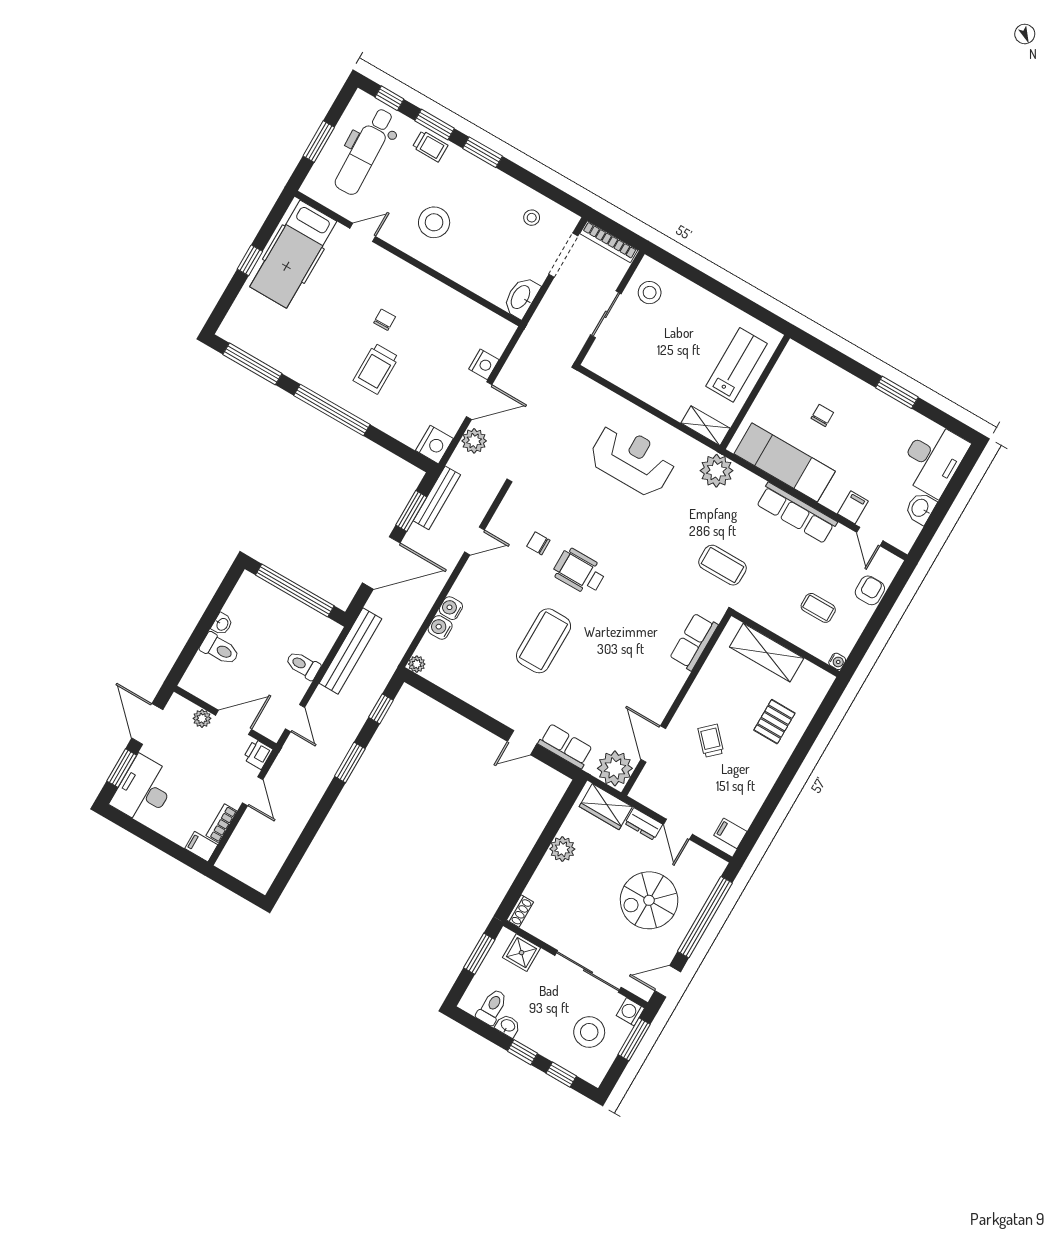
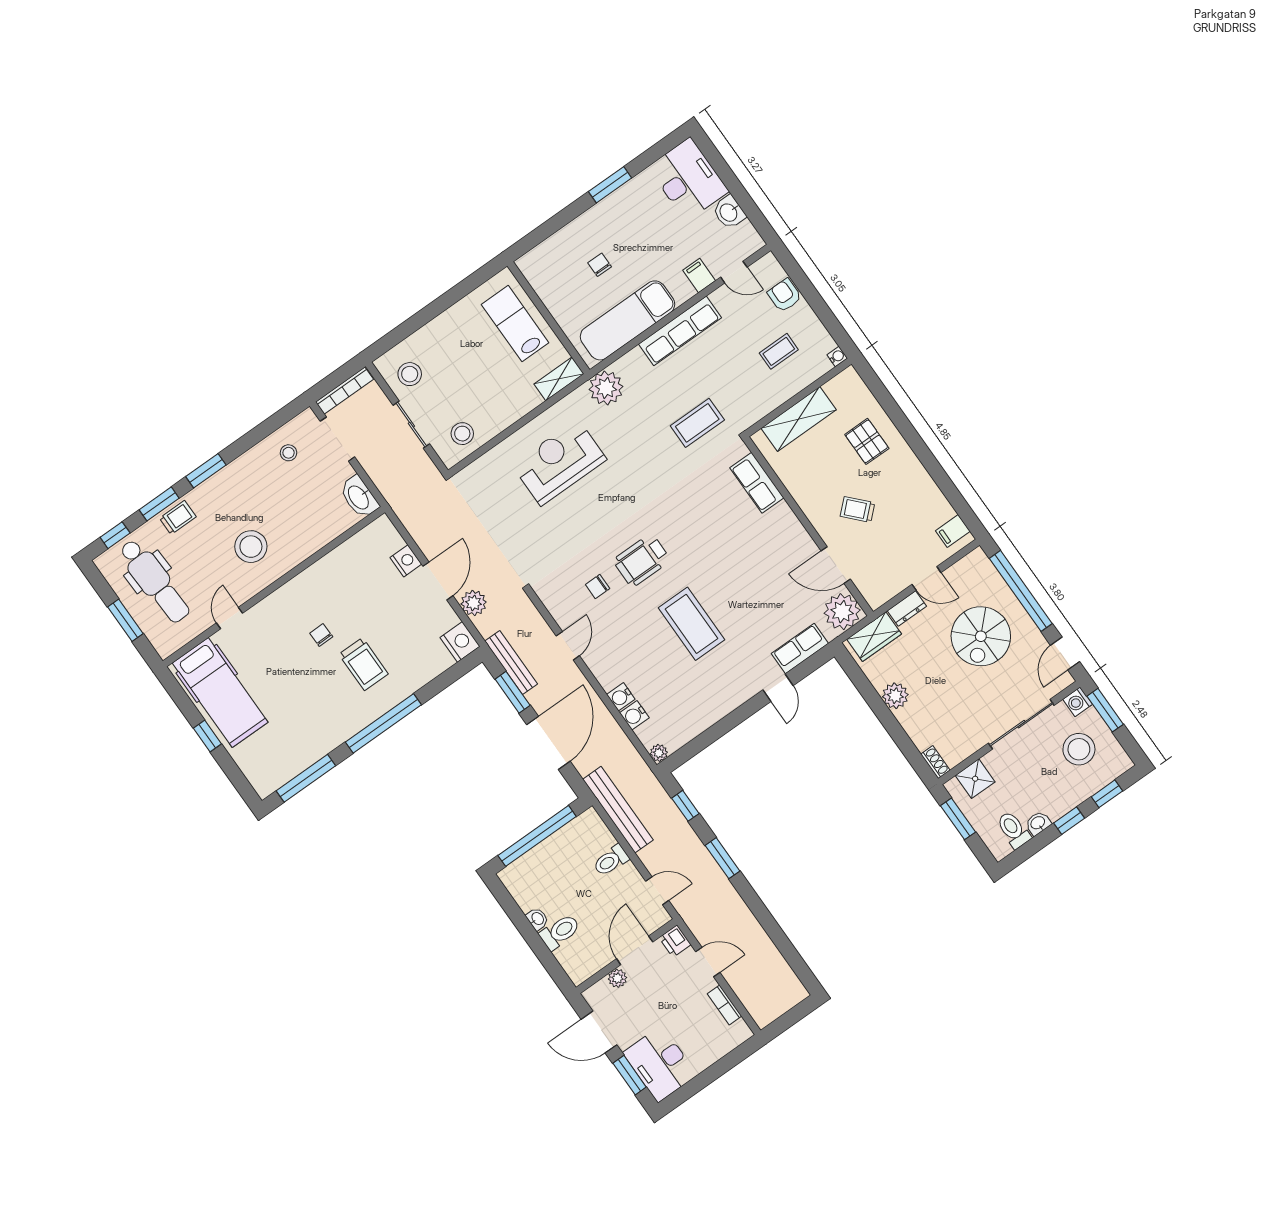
stool: (619, 363) -> (462, 434), added
filing cabinet: (201, 847) -> (738, 1034), removed

